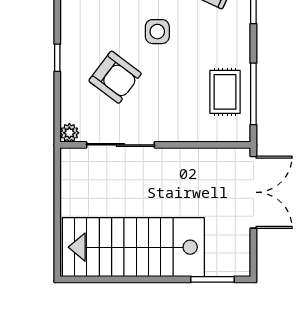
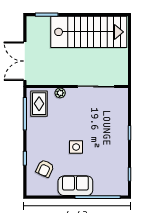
armchair: (115, 77) -> (99, 123), removed
rug: (225, 92) -> (39, 104), moved
plant: (69, 133) -> (60, 93), moved

